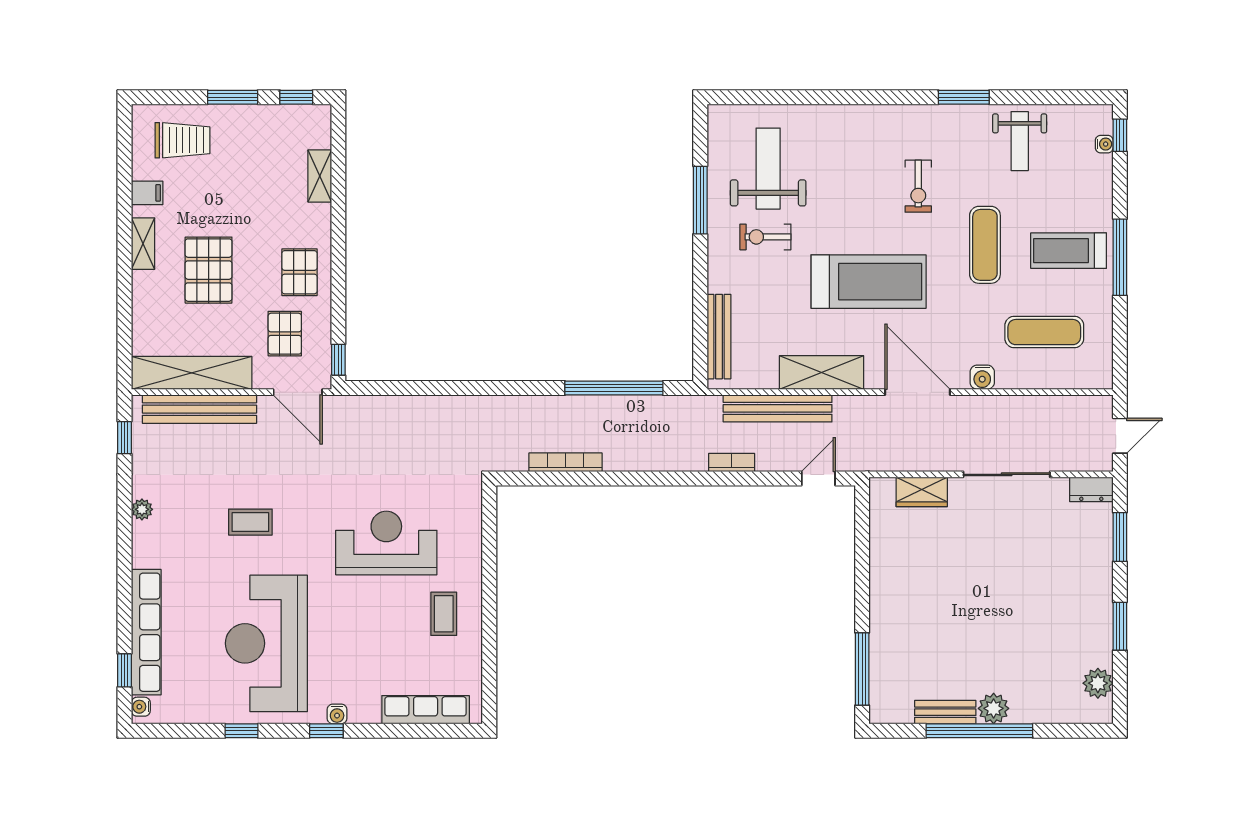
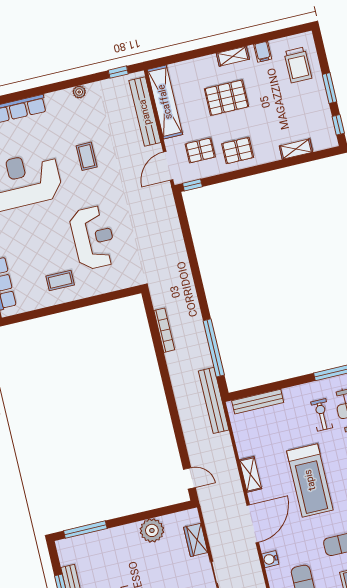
shelving: (822, 373) -> (250, 474), width x0.67, depth x0.75
bench: (778, 408) -> (214, 400), moved
bookcase: (732, 462) -> (187, 426), removed
plant: (889, 560) -> (152, 530), added

